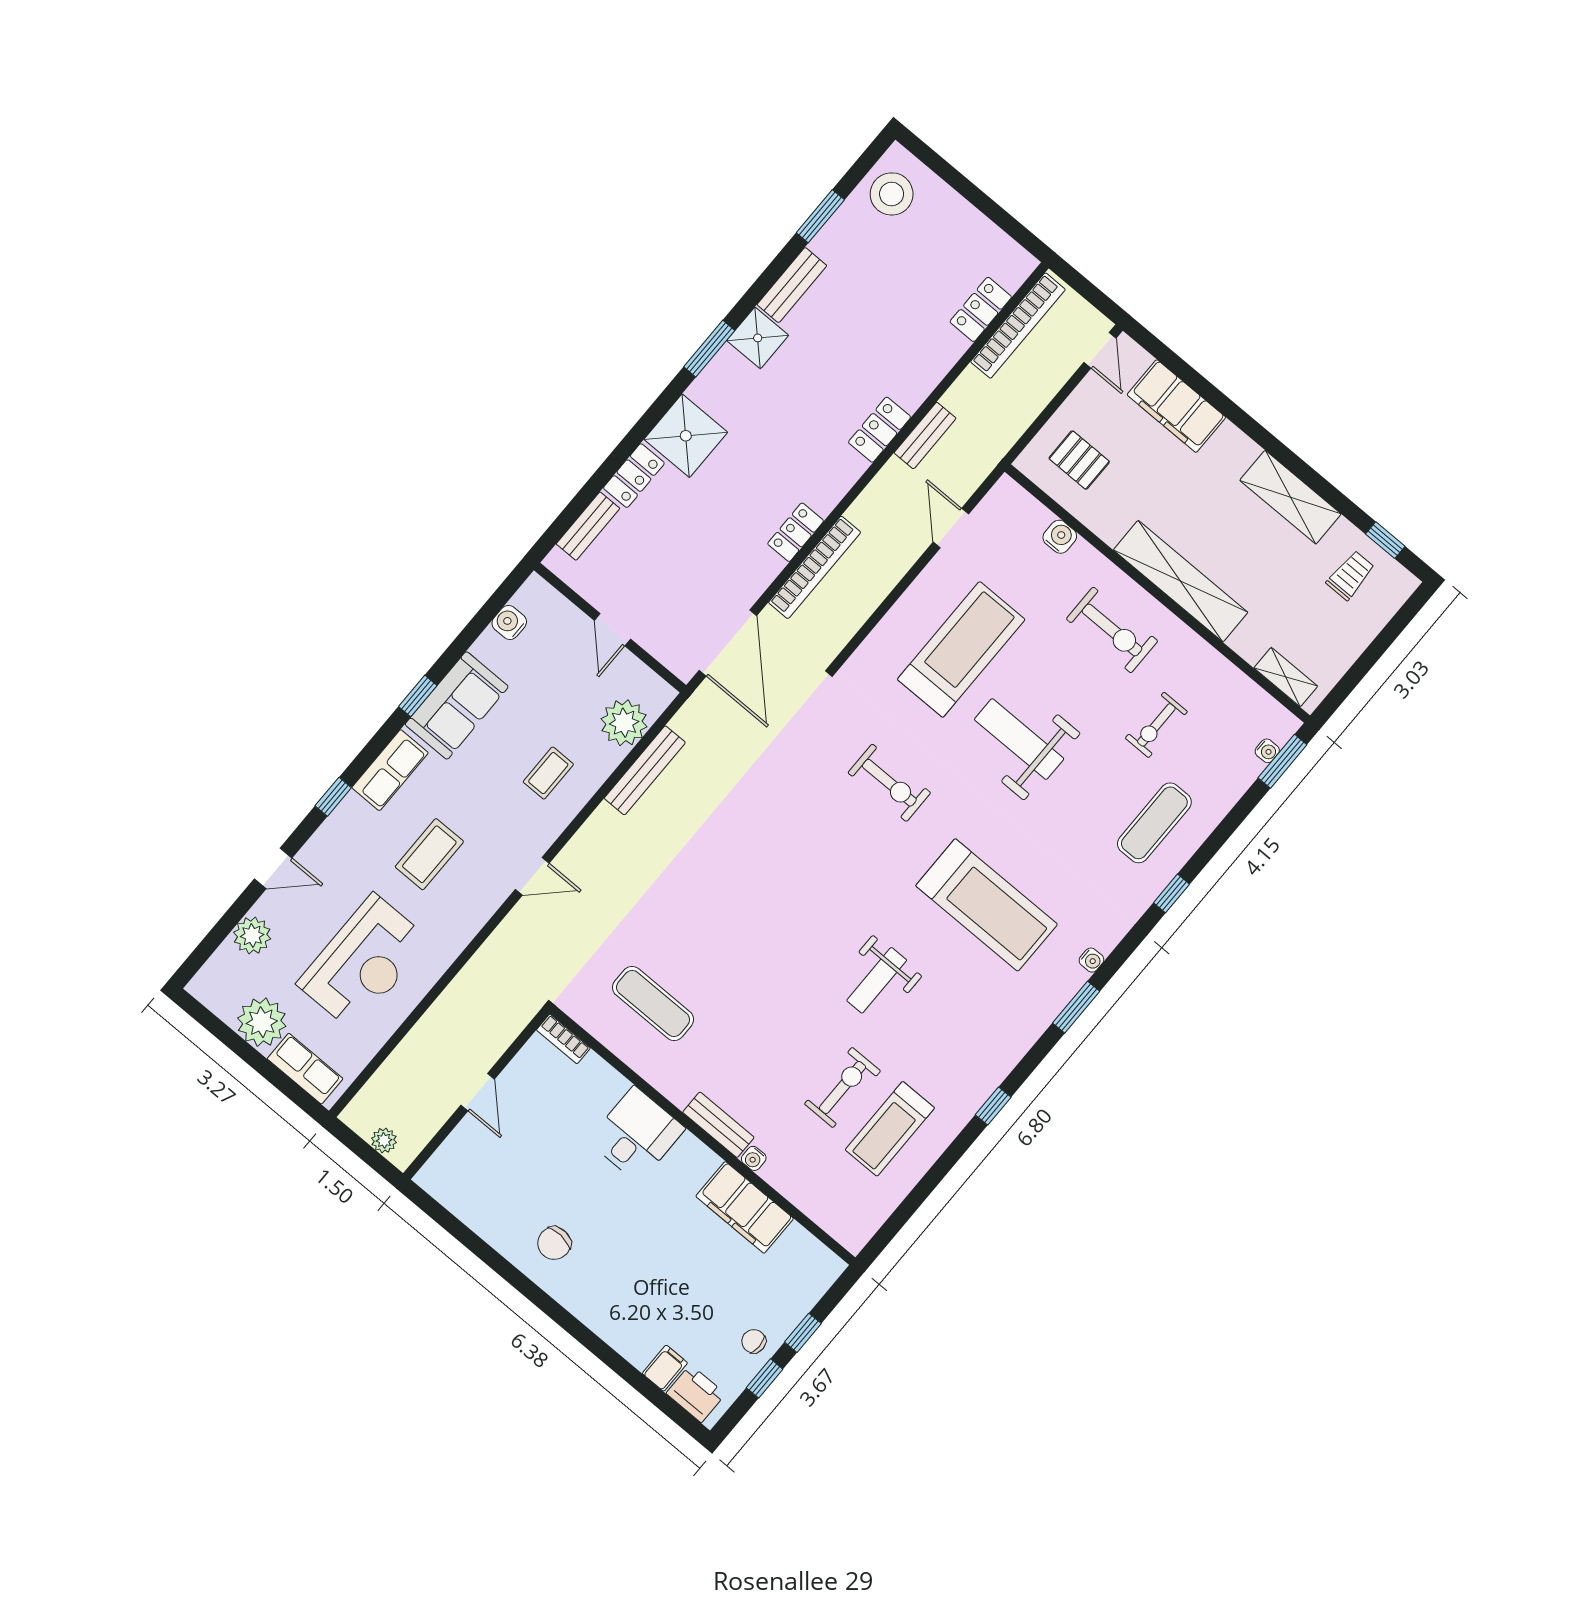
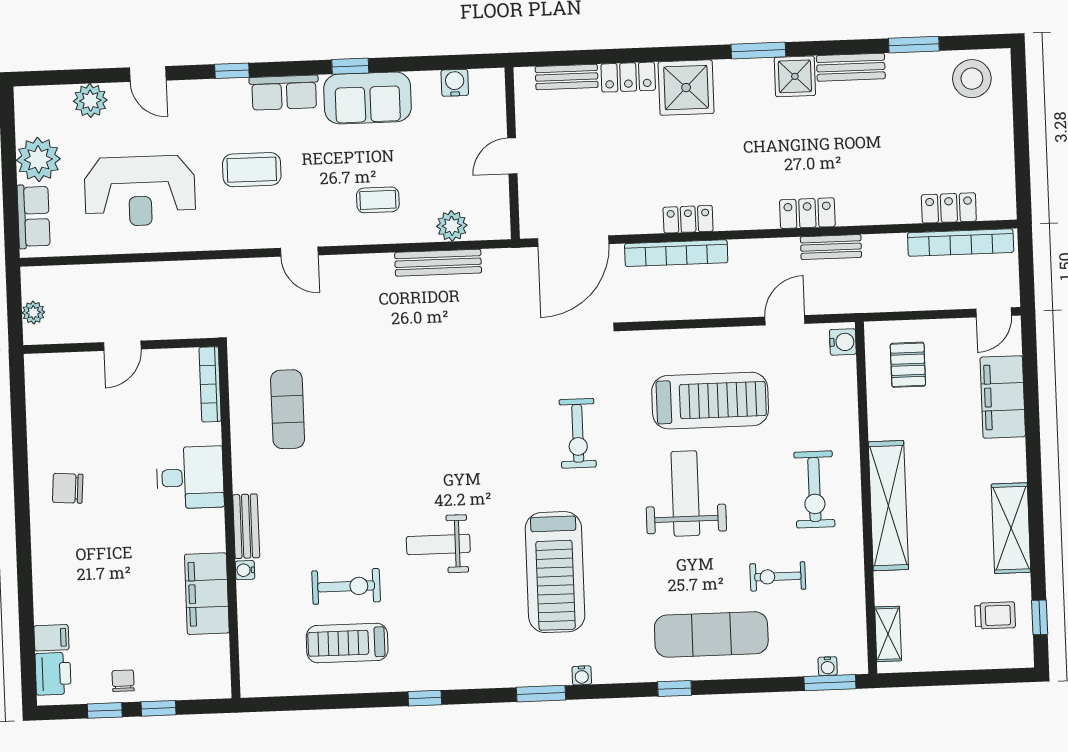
water cooler: (1060, 537) -> (843, 342), moved
plant: (624, 723) -> (452, 226), width x0.73, depth x0.73
exercise mat: (1154, 823) -> (711, 634), width x1.36, depth x1.45
bookcase: (563, 1039) -> (210, 384), width x1.56

